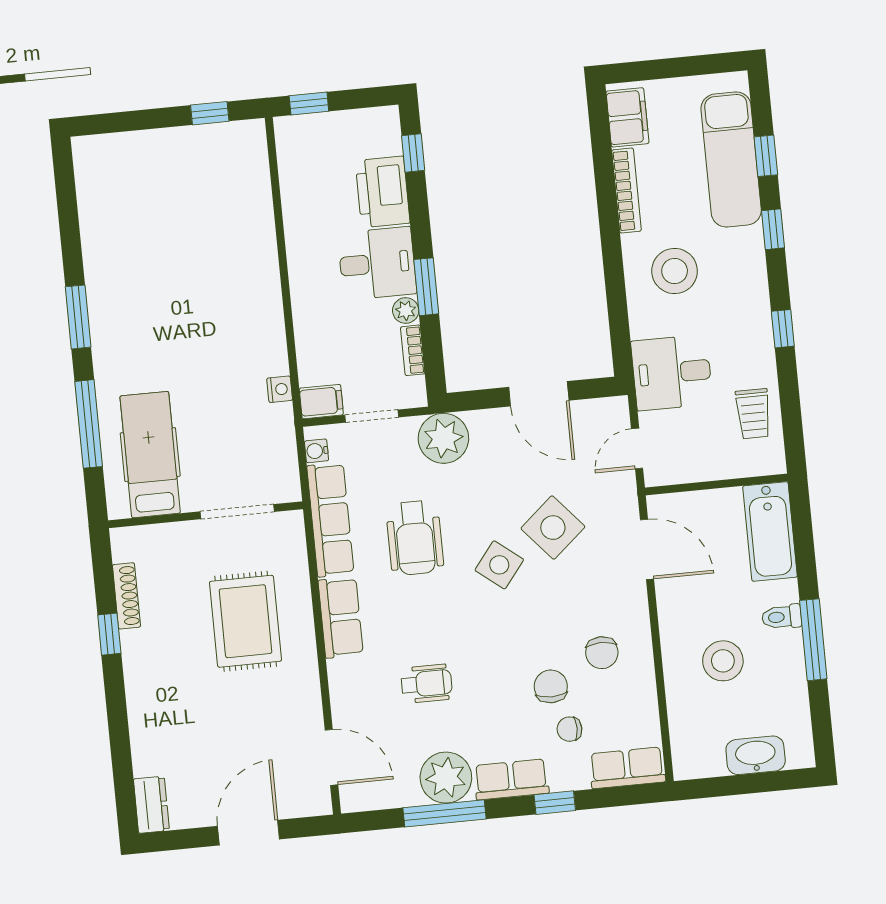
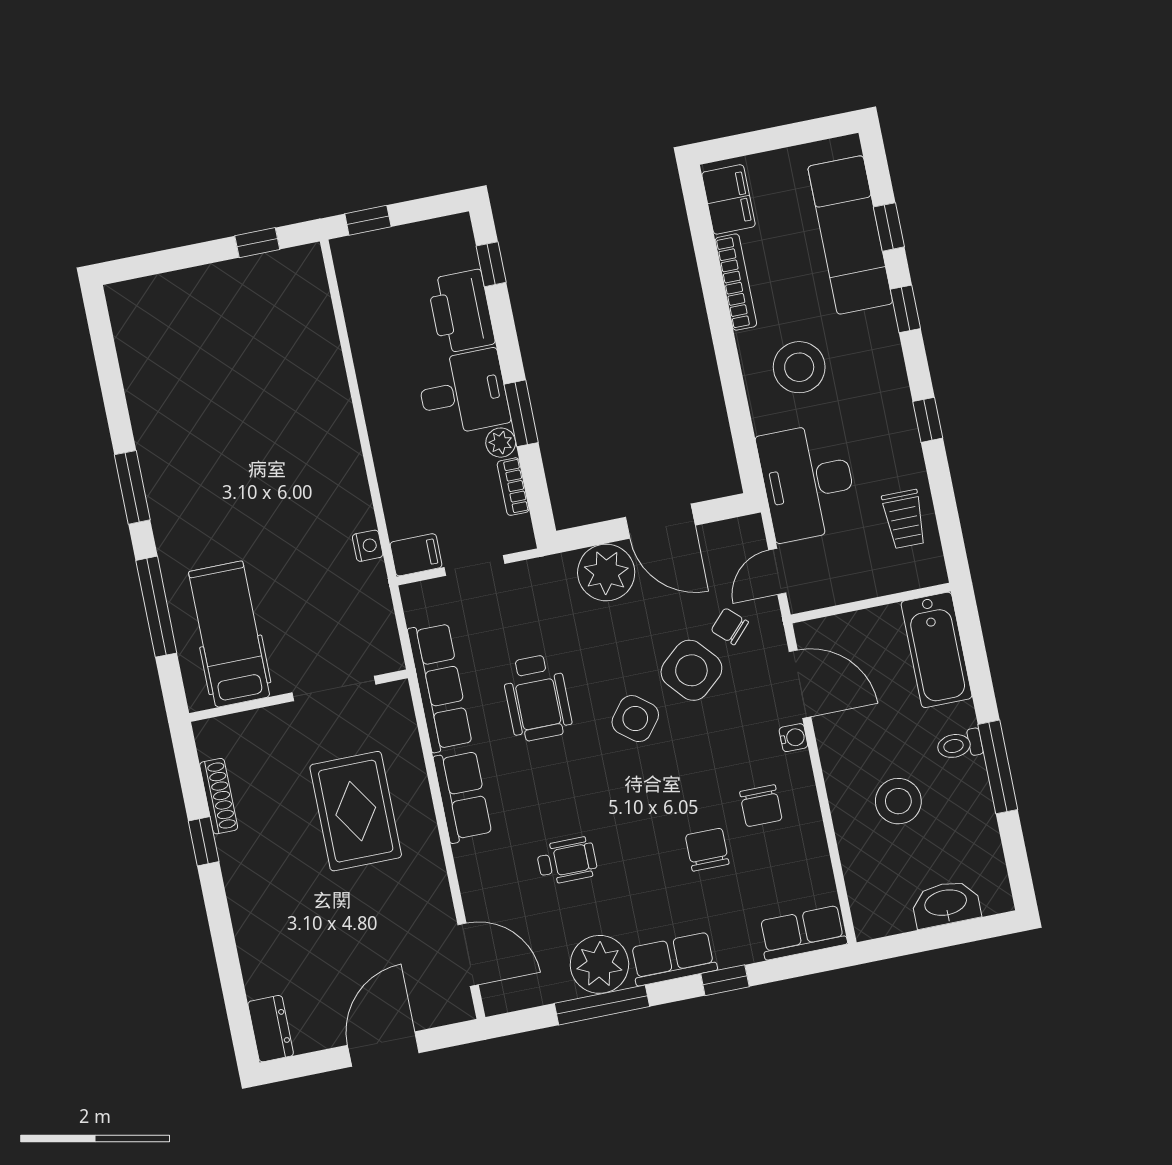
desk: (672, 373) -> (808, 482), width x1.37
plant: (443, 438) -> (606, 572), moved
water cooler: (316, 451) -> (793, 738), moved, turned 180
chair: (569, 729) -> (730, 626), moved, turned 43

